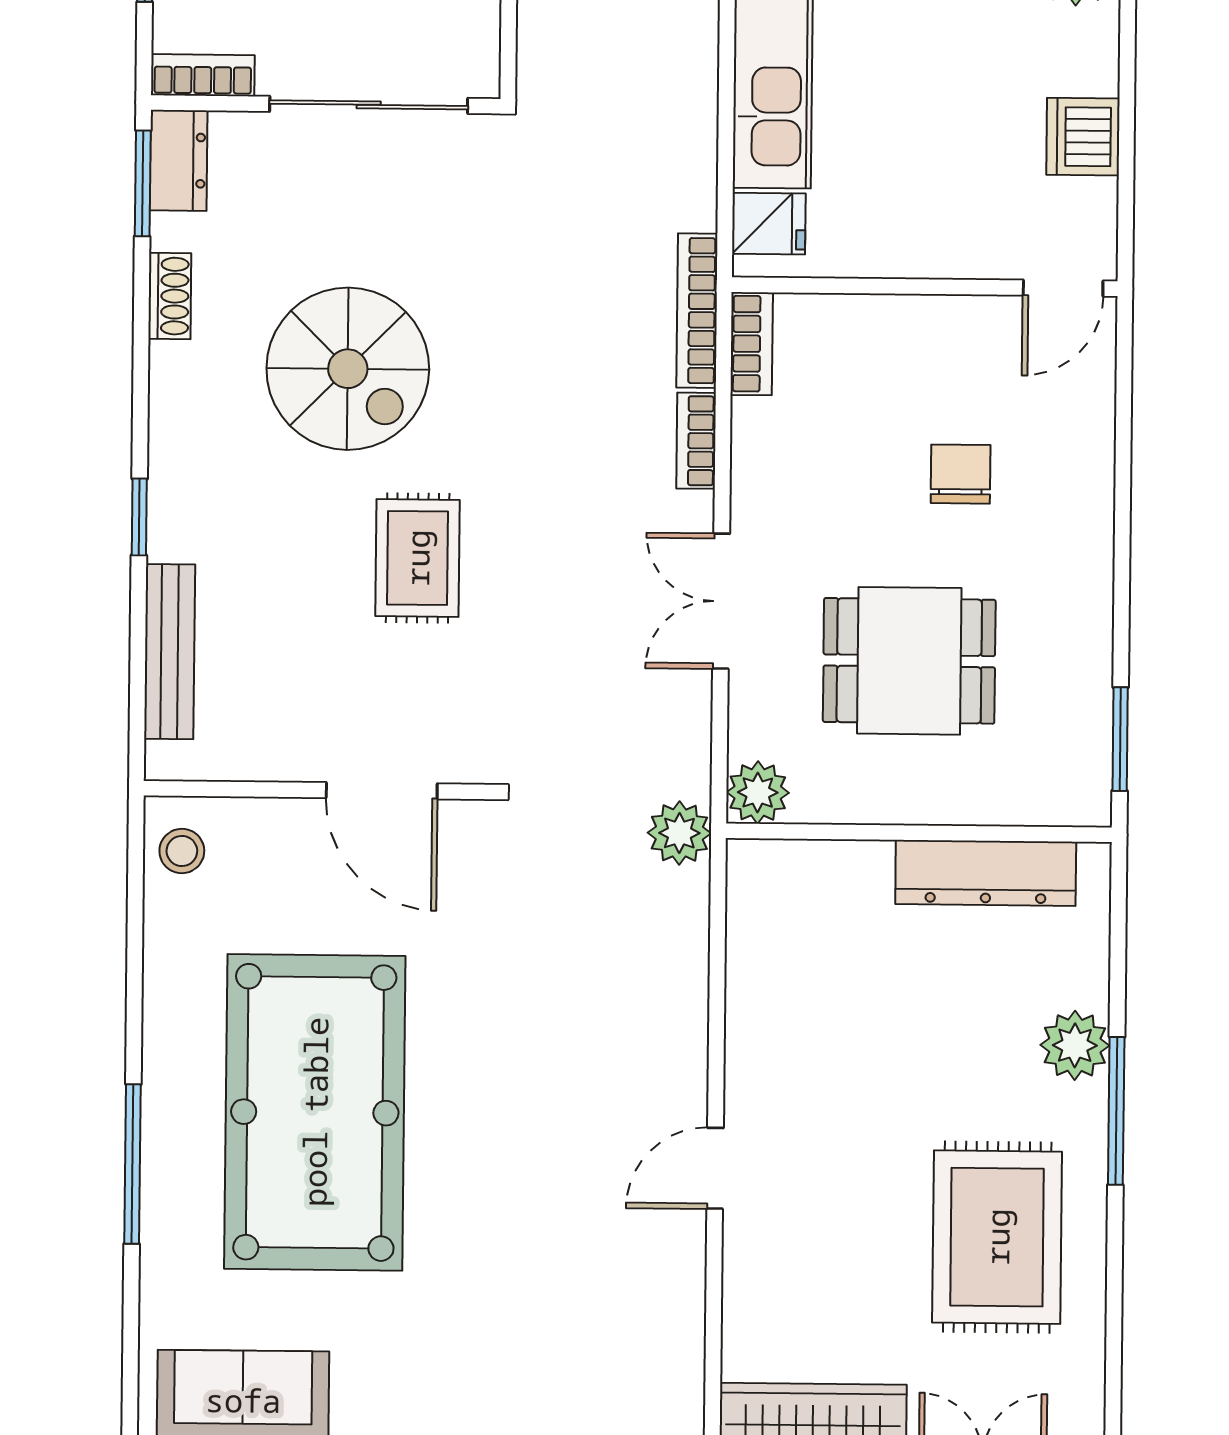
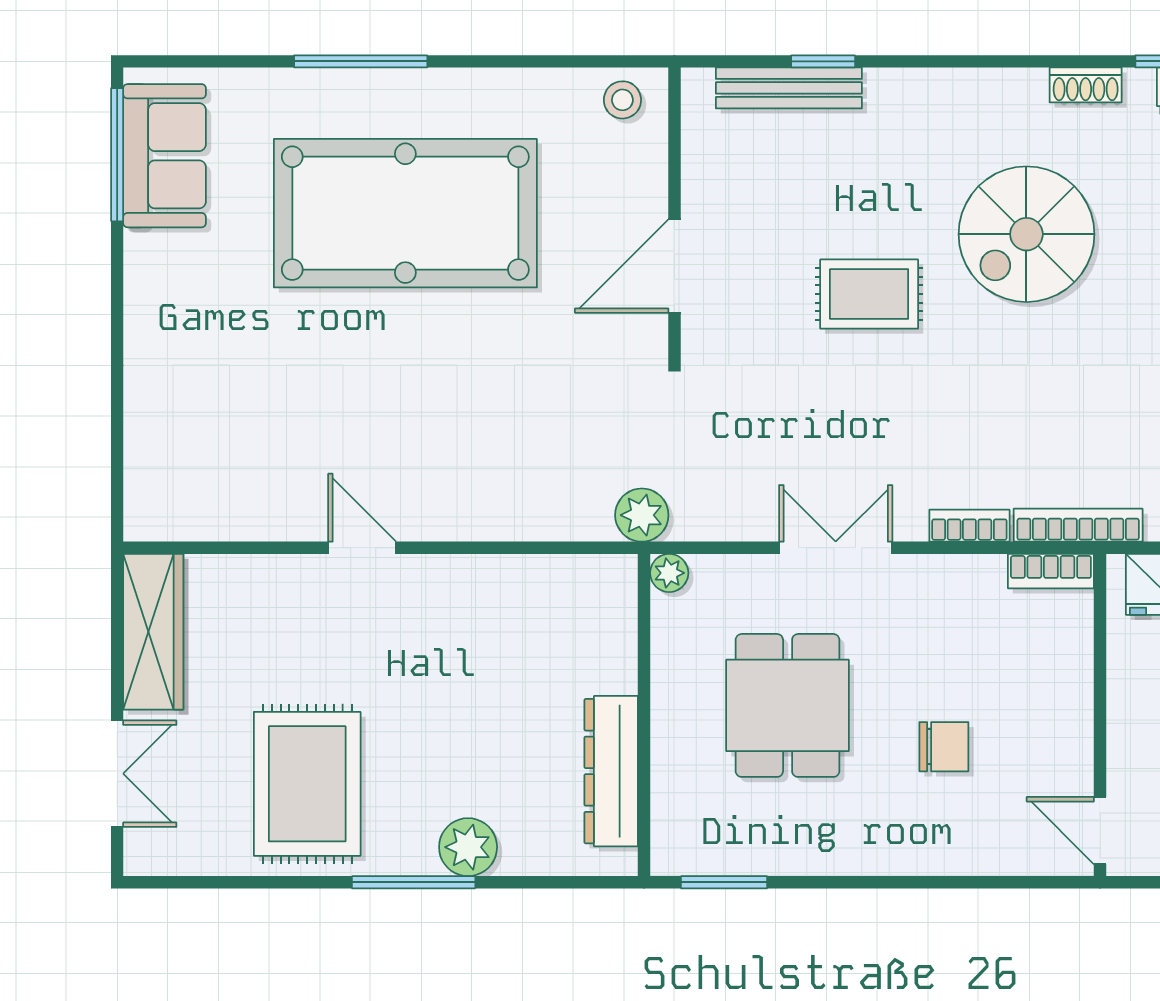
window: (139, 517) -> (823, 61), moved
plant: (758, 792) -> (669, 573), width x0.73, depth x0.73
rug: (997, 1237) -> (307, 784), turned 90

